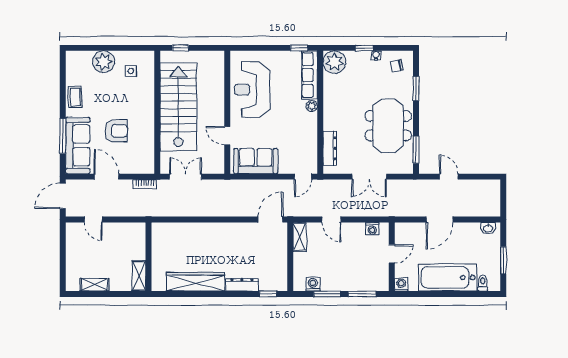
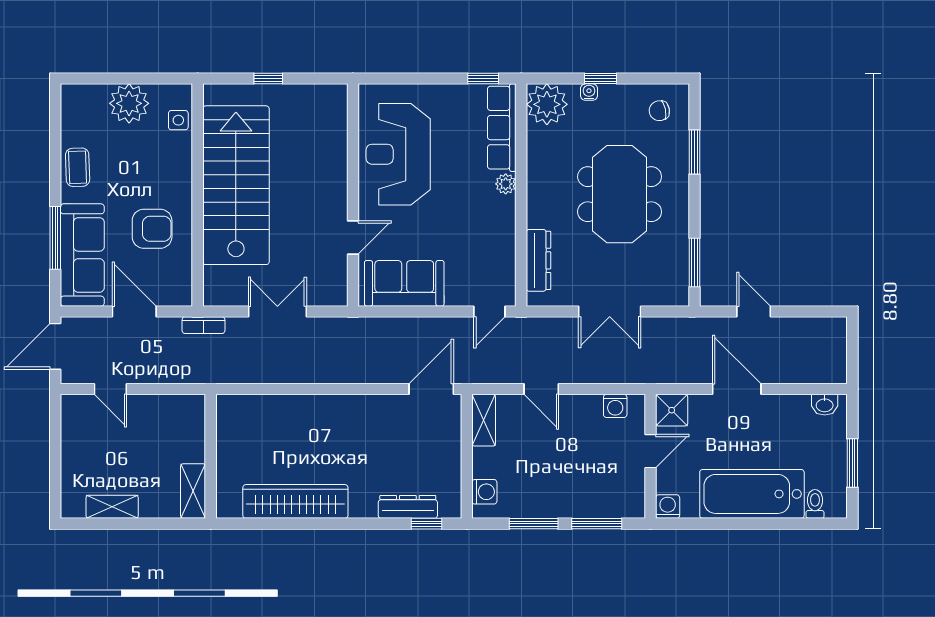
water cooler: (376, 55) -> (589, 92), moved
stairs: (178, 107) -> (236, 185), moved
wall: (157, 112) -> (198, 195), moved
meeting table: (388, 126) -> (620, 194), moved
door: (227, 136) -> (353, 237), swing flipped
door: (439, 220) -> (737, 389), swing flipped
shower: (403, 231) -> (672, 410), added
washing machine: (313, 284) -> (484, 492), moved, turned 90
dresser: (242, 285) -> (408, 507), moved

